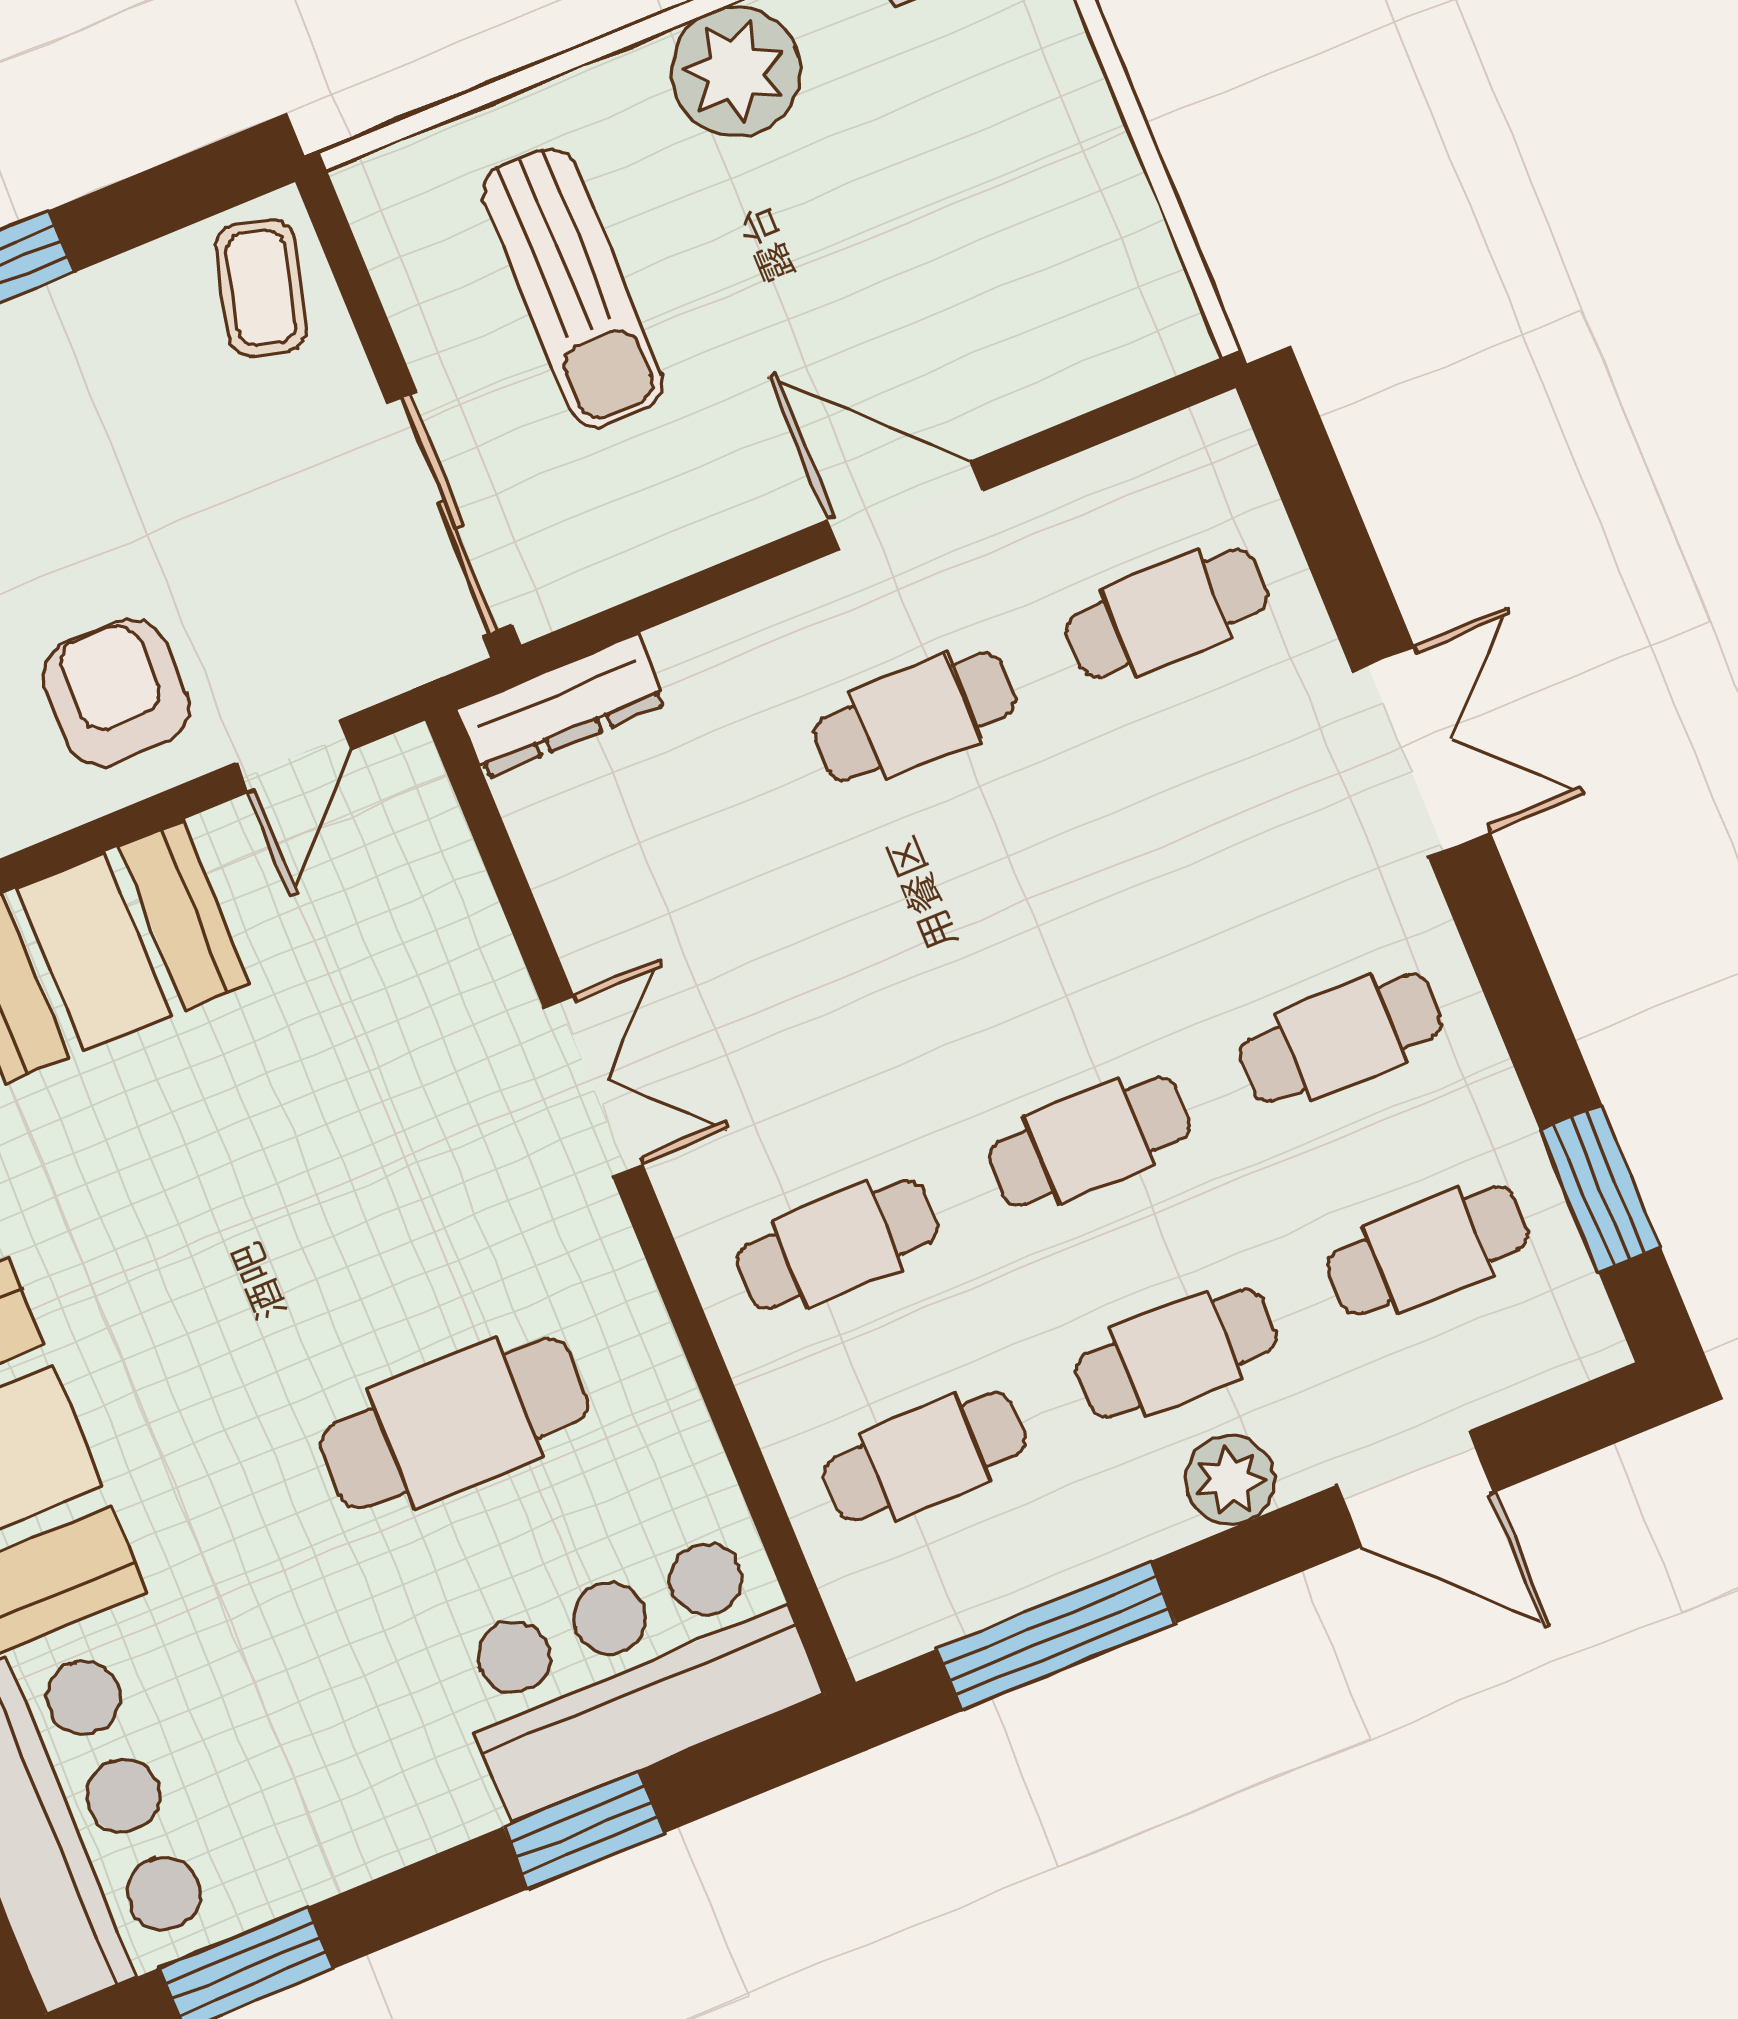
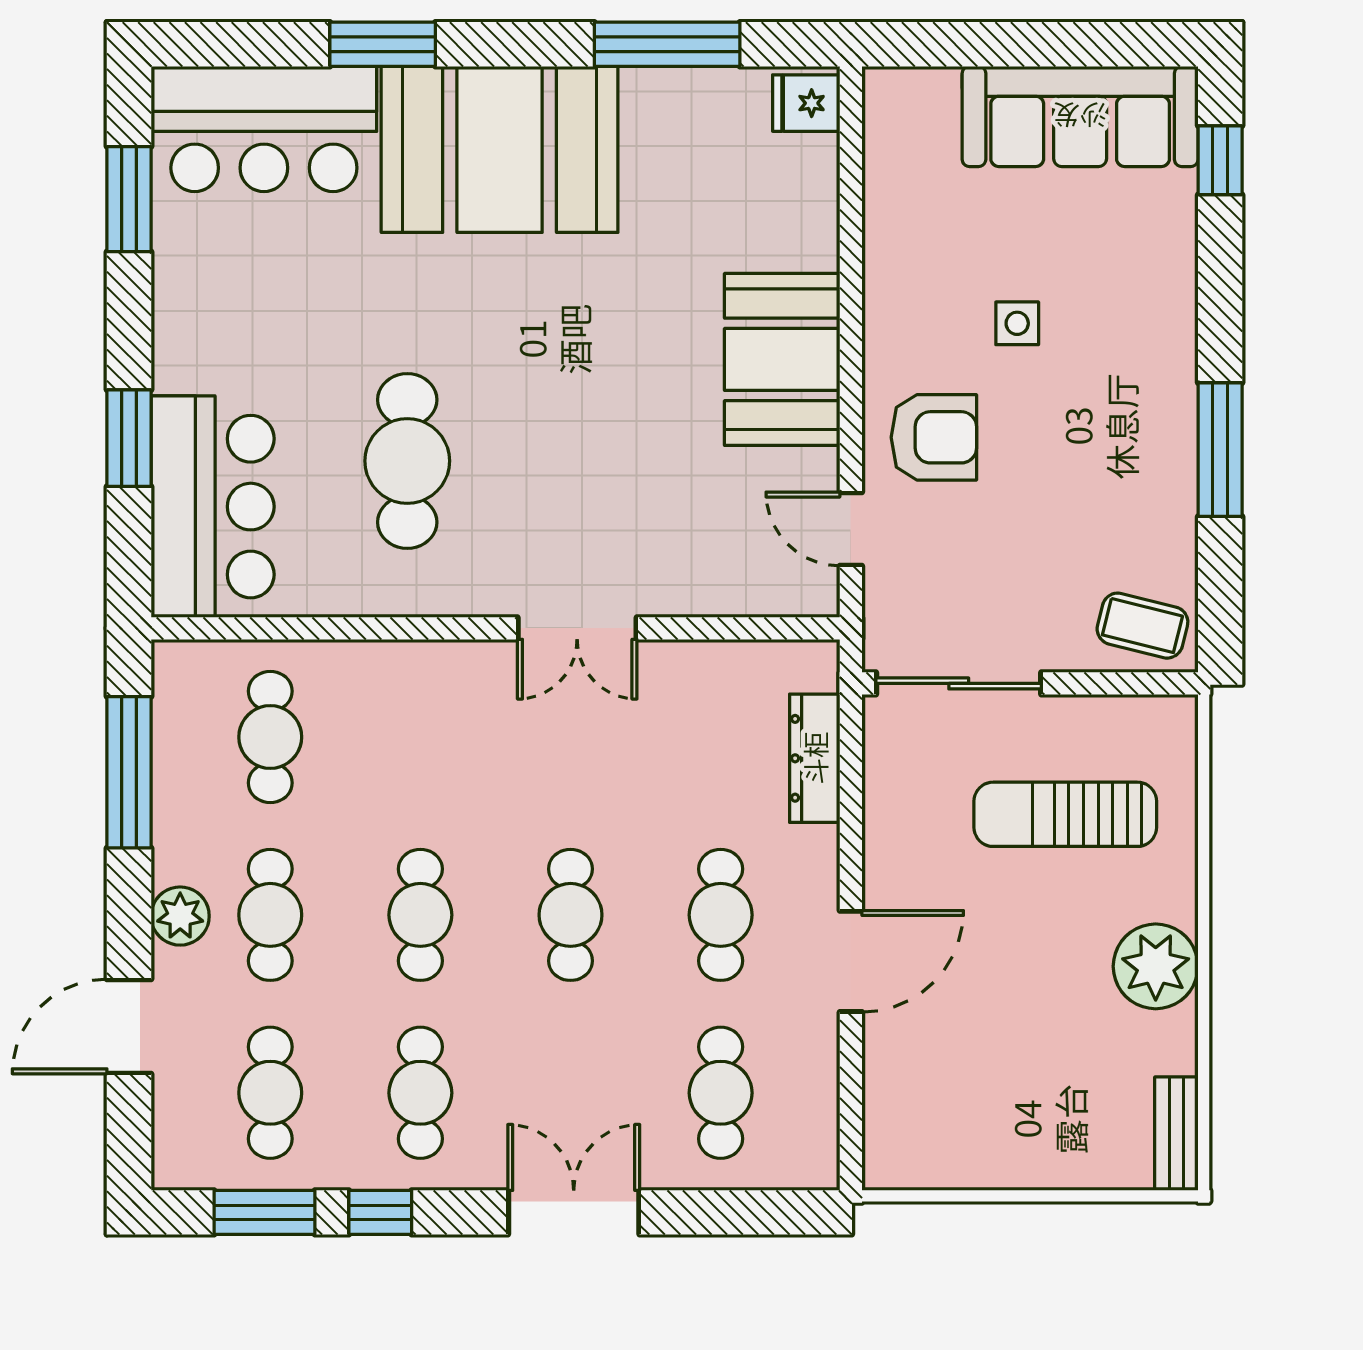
dresser: (562, 706) -> (815, 758), moved
double door: (1421, 752) -> (574, 1212), swing flipped
window: (1533, 1025) -> (380, 1212), added
cafe table: (838, 1244) -> (571, 915), moved

